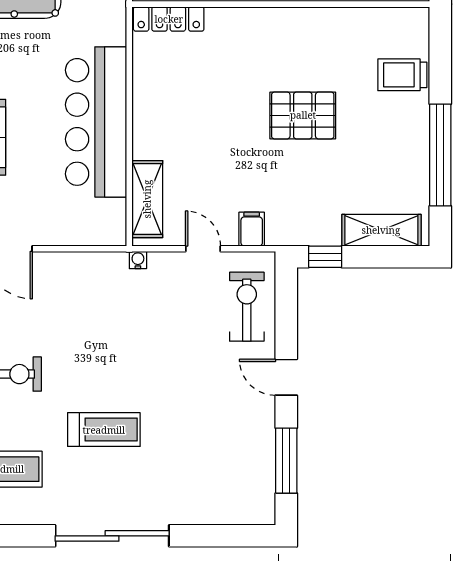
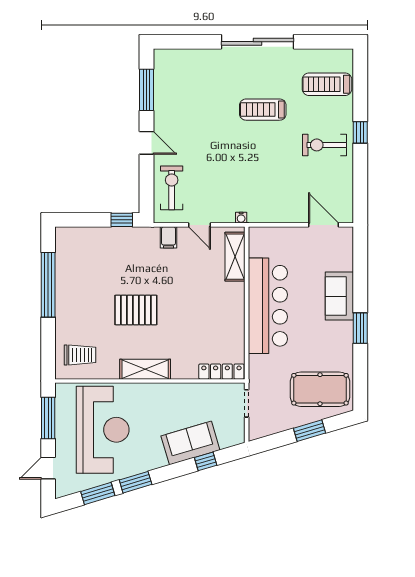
trolley: (402, 75) -> (80, 355), moved
shelving: (381, 230) -> (145, 369), moved
exercise bike: (247, 307) -> (172, 188), turned 180

